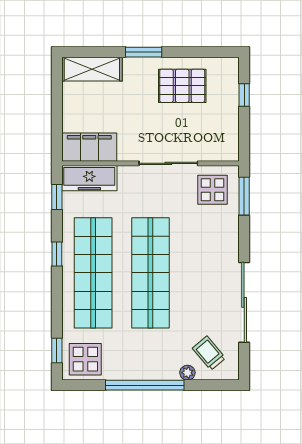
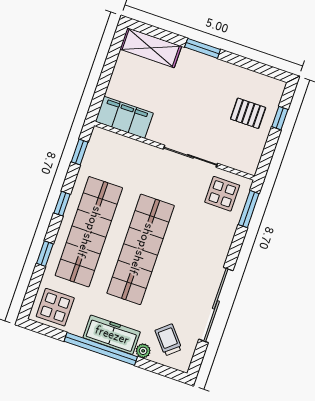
pallet: (182, 86) -> (248, 113), moved, width x0.67, depth x0.71
freezer: (89, 178) -> (112, 335), moved, turned 180
window: (57, 351) -> (45, 254), moved

